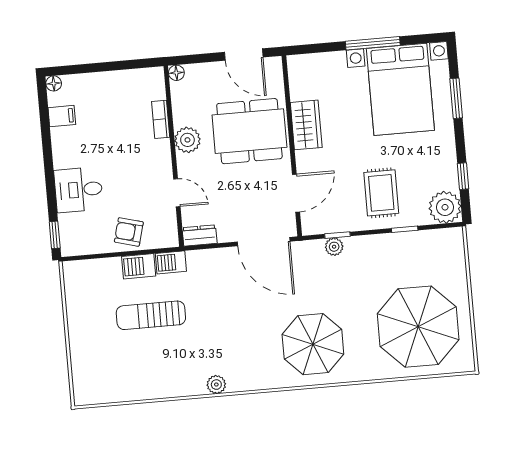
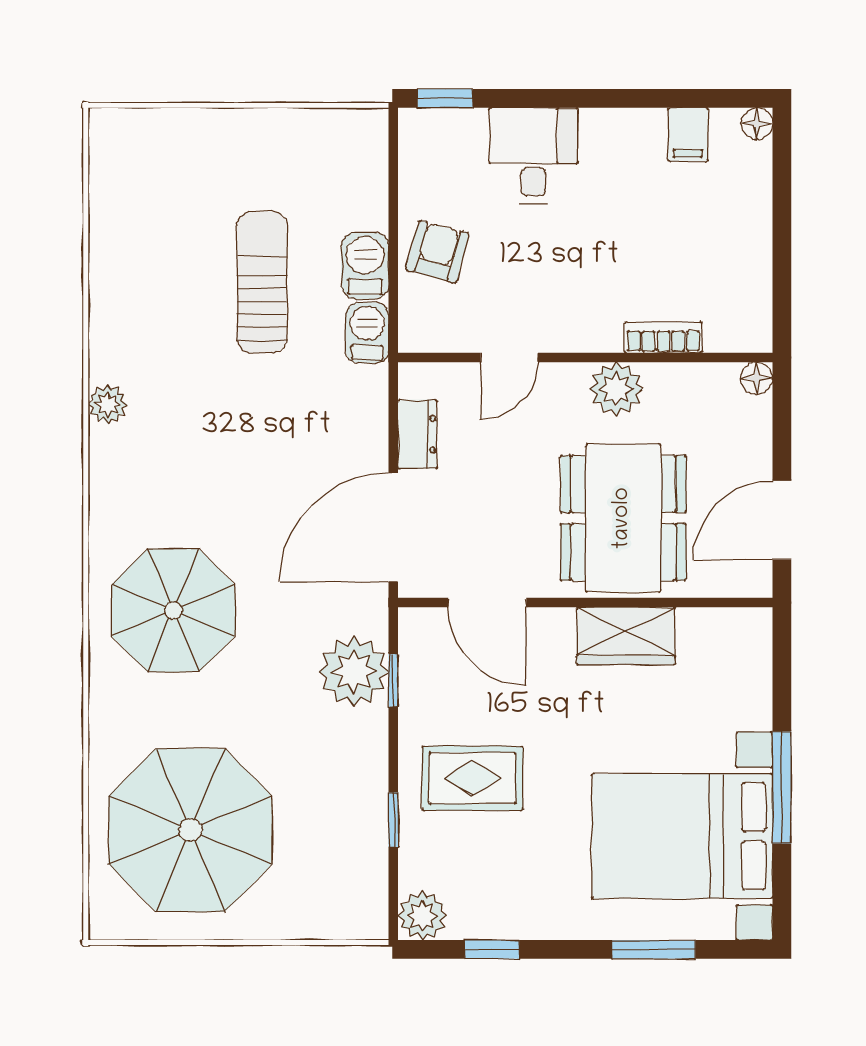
plant: (445, 207) -> (422, 916), width x0.73, depth x0.73
dresser: (200, 235) -> (417, 434), moved
plant: (334, 247) -> (354, 671), width x1.88, depth x1.88

